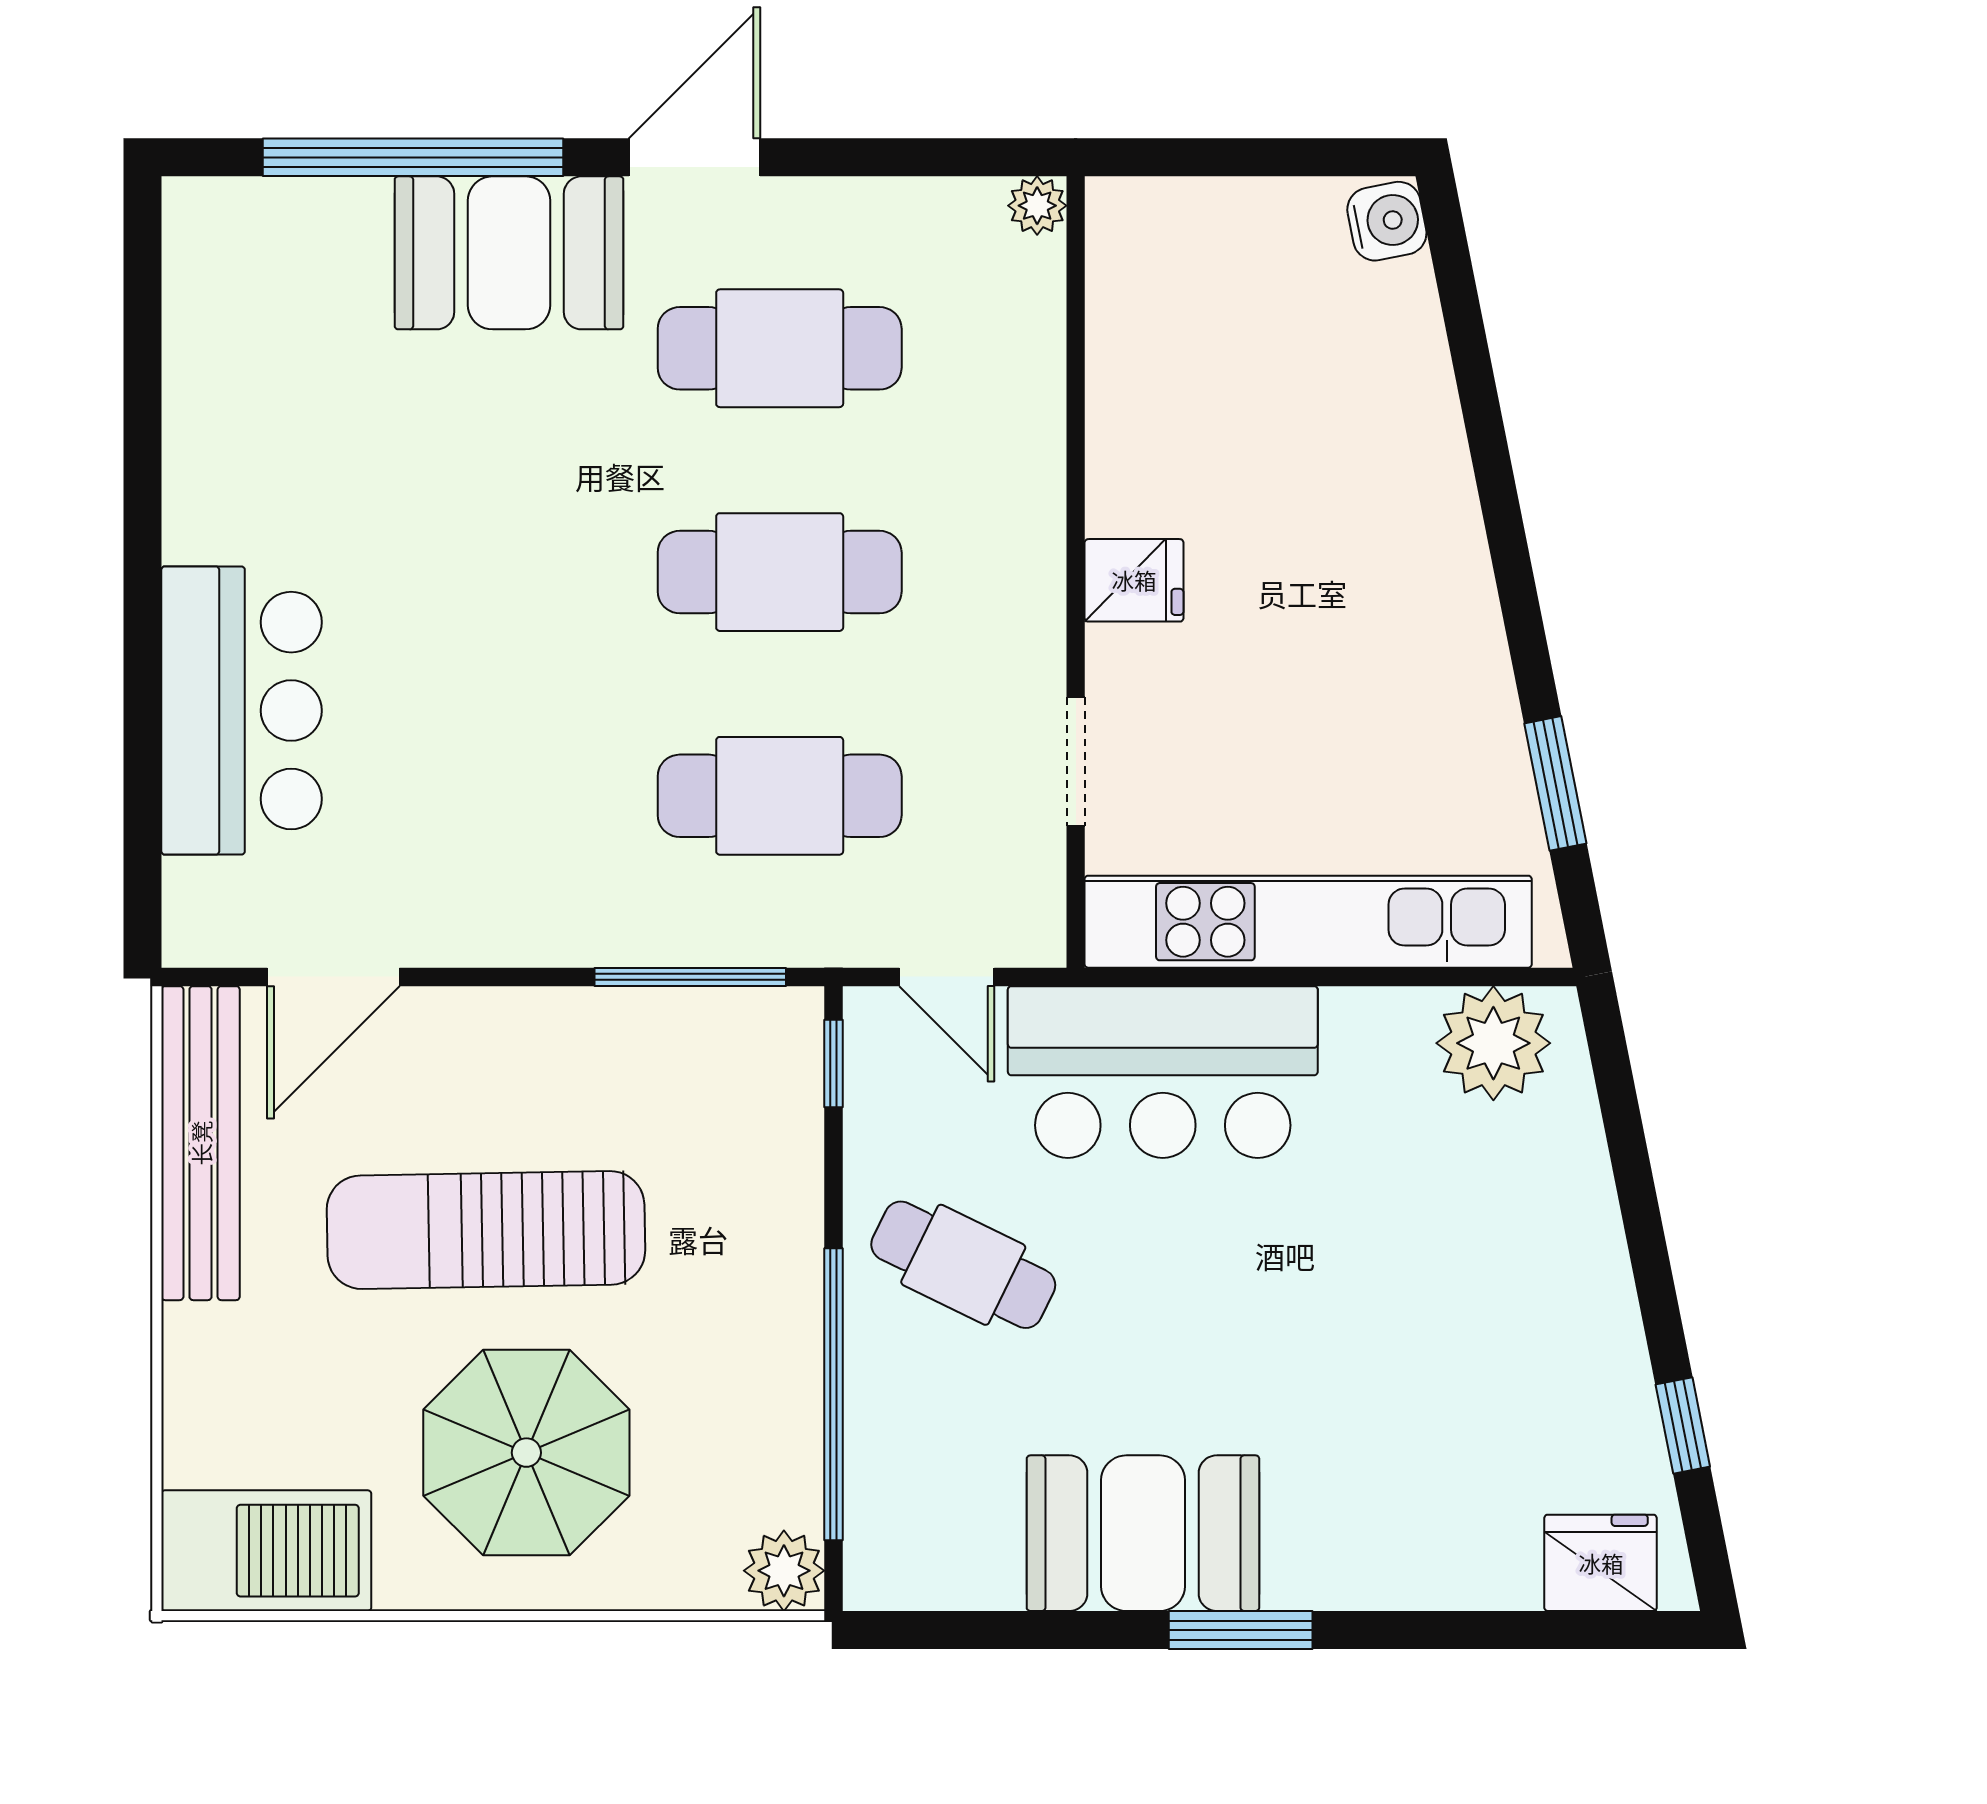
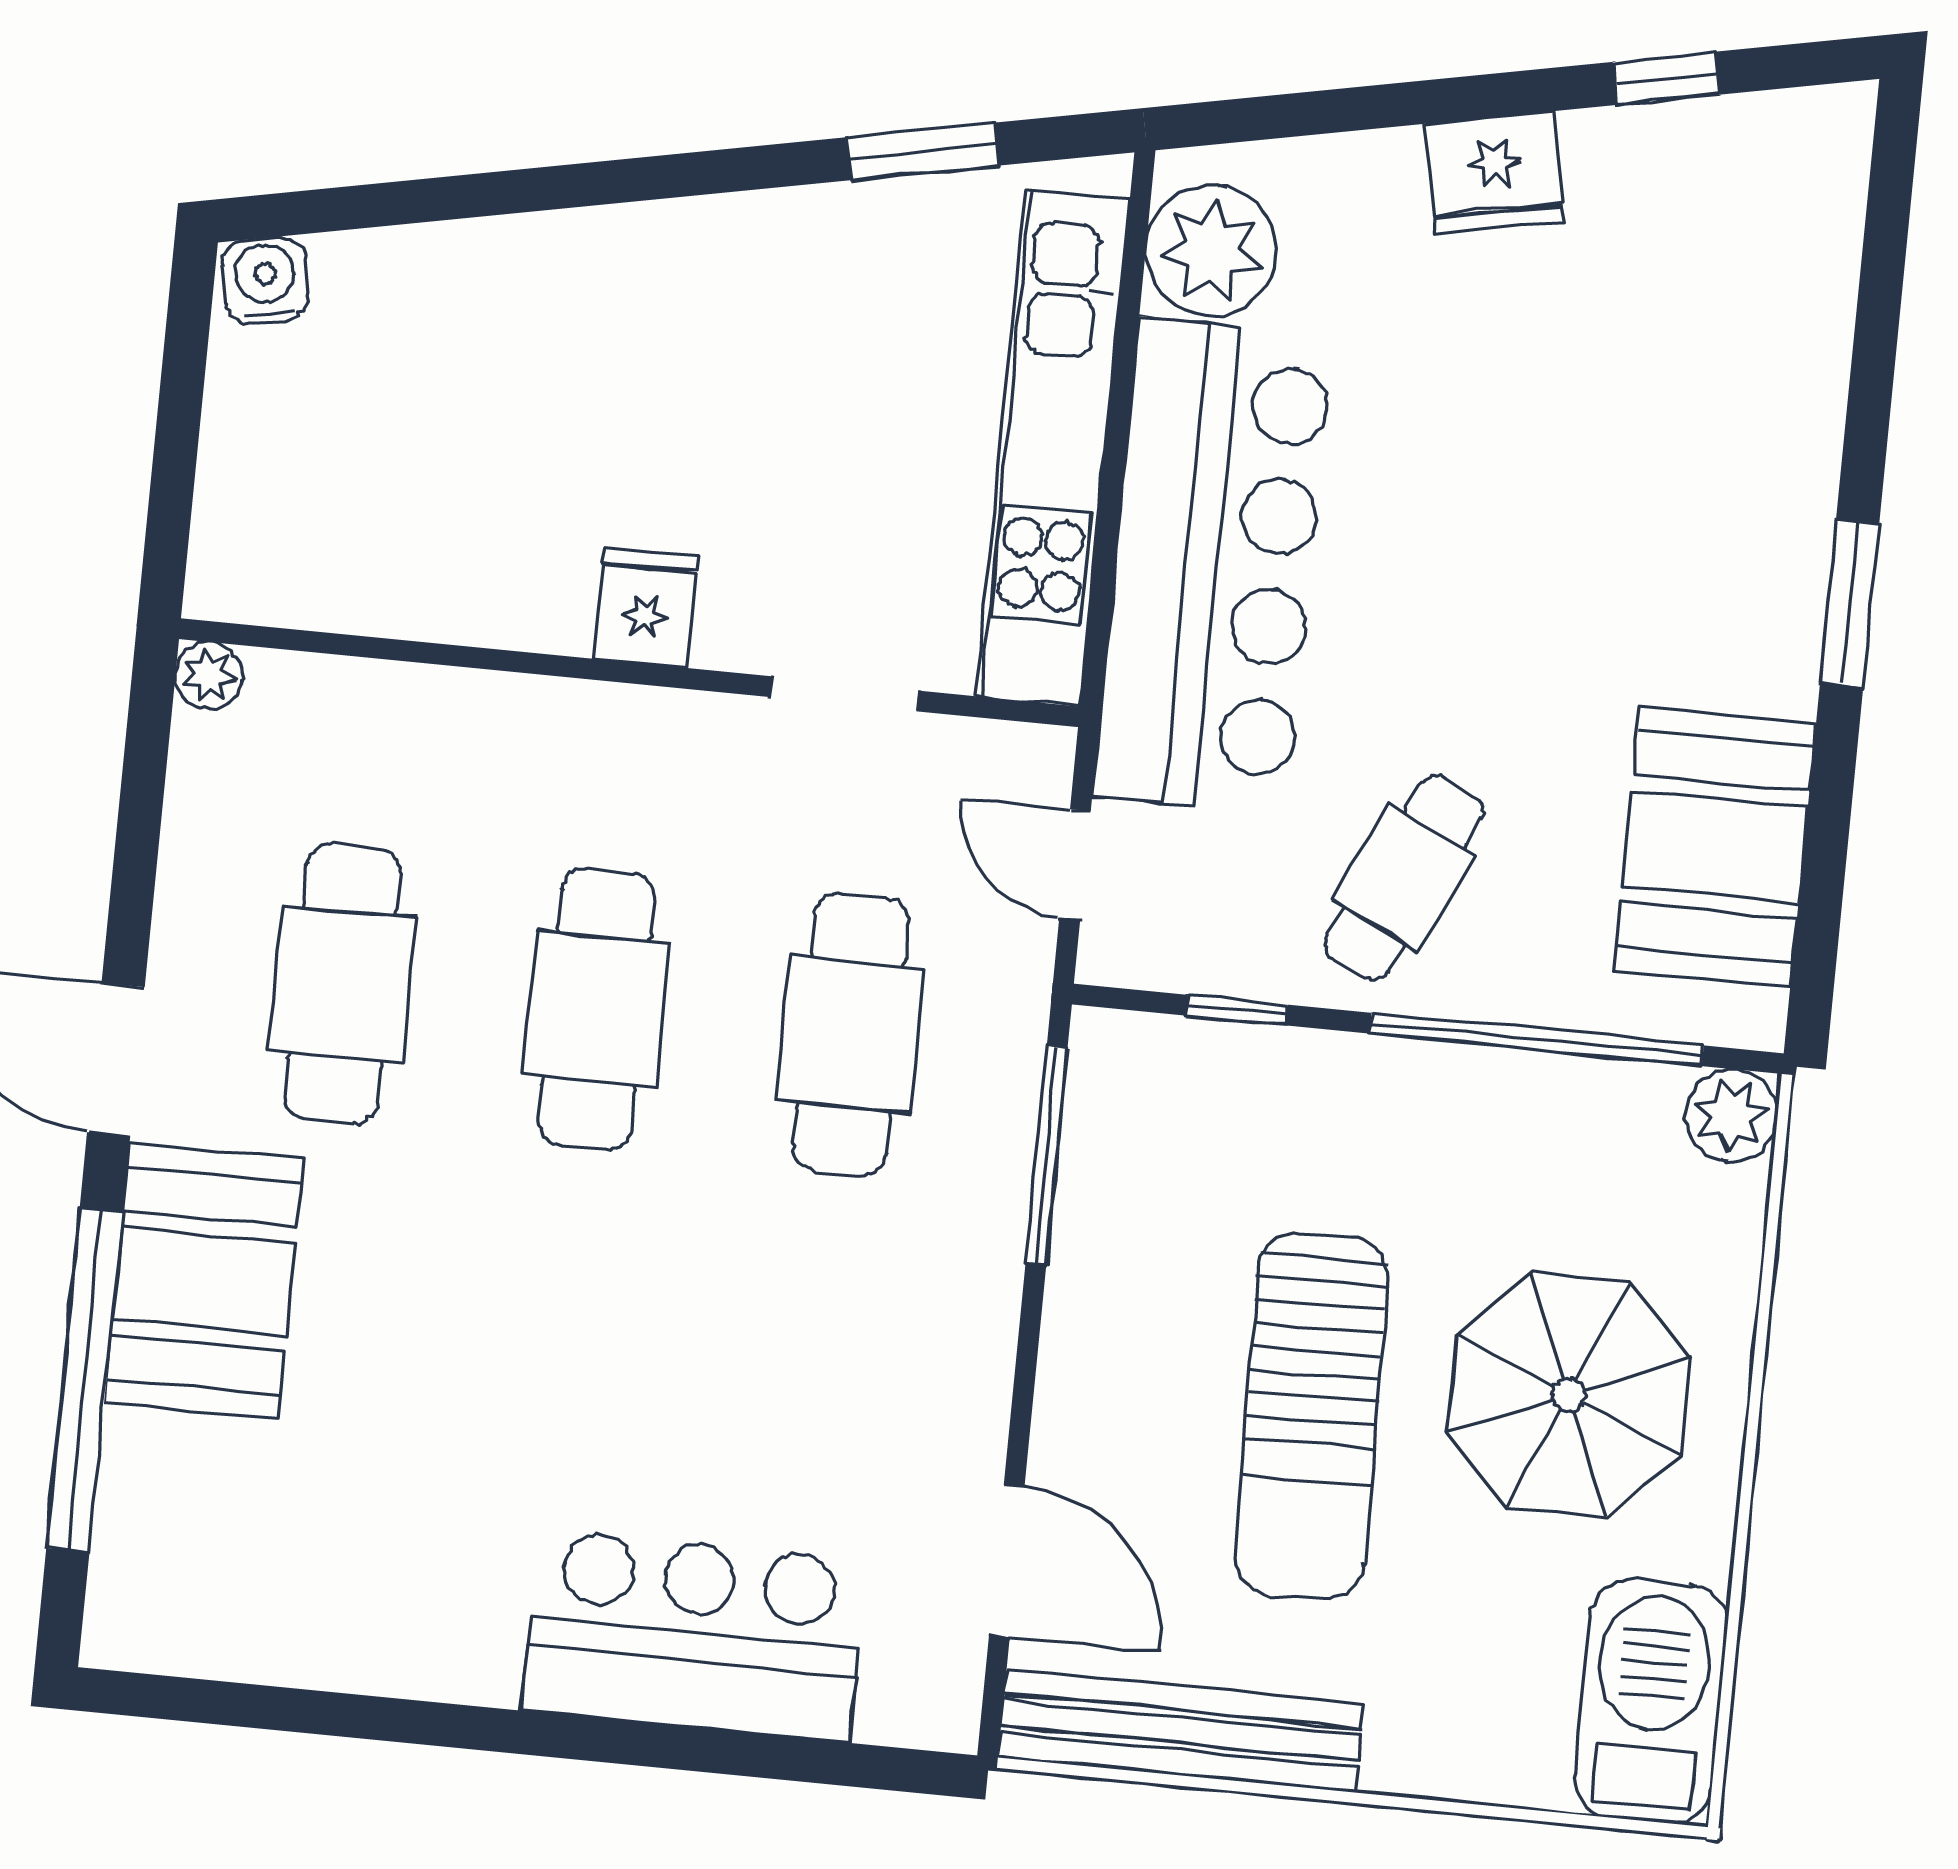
door: (947, 977) -> (1075, 864), swing flipped
window: (833, 1064) -> (1237, 1010), moved
bar counter: (1163, 1072) -> (1213, 566), width x1.36
booth: (1143, 1533) -> (1715, 847), moved
fridge: (1601, 1563) -> (1495, 172), moved, turned -101

